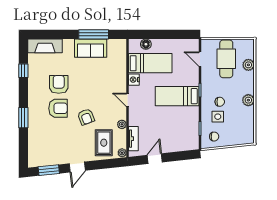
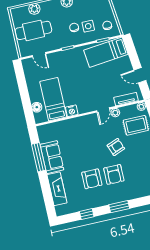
fireplace: (45, 46) -> (57, 189), moved
door: (200, 59) -> (39, 55), hinge flipped
armchair: (59, 84) -> (92, 179), turned -90
bed: (177, 96) -> (106, 52), moved, turned 84
door: (127, 100) -> (103, 110), moved
armchair: (58, 108) -> (114, 174), turned 180
window: (23, 118) -> (119, 207), moved

